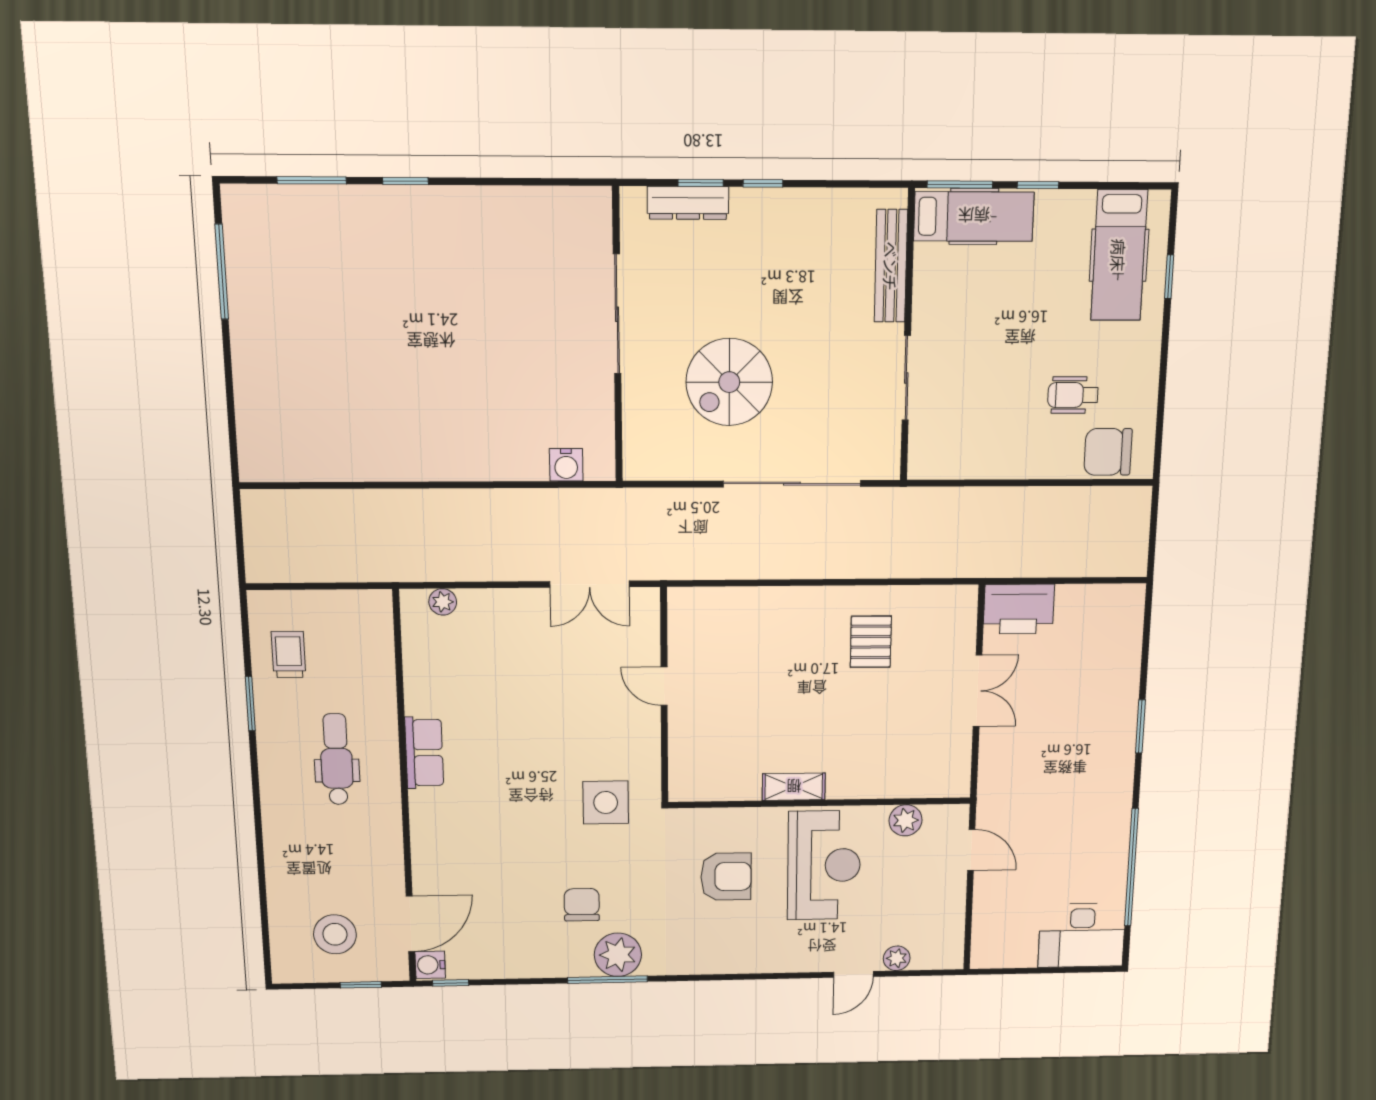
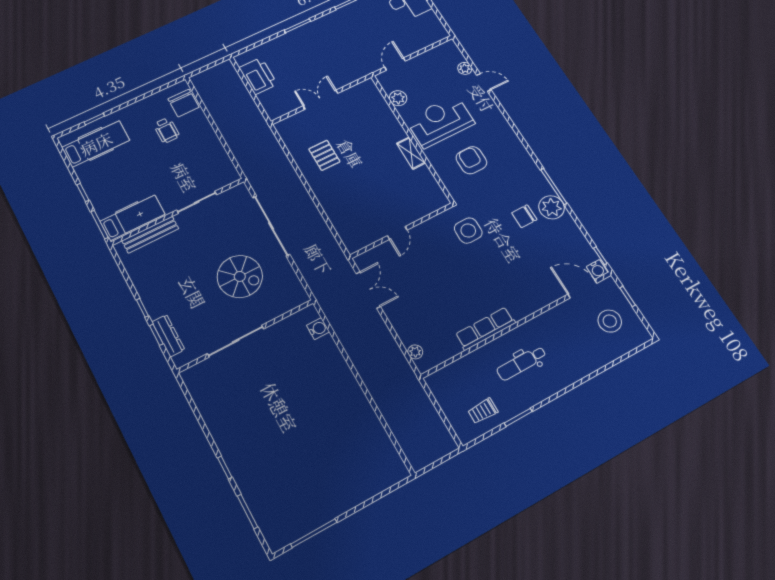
hospital bed: (974, 216) -> (133, 218), moved, turned 90
printer: (1019, 609) -> (258, 76), moved
pallet: (871, 642) -> (324, 155), turned 90
row of seats: (424, 753) -> (485, 329), width x1.48
plant: (618, 955) -> (552, 207), moved

